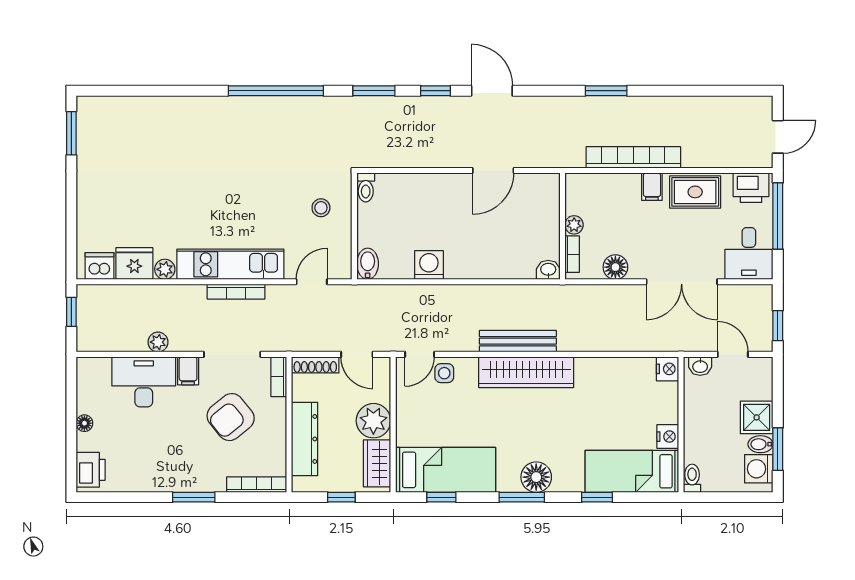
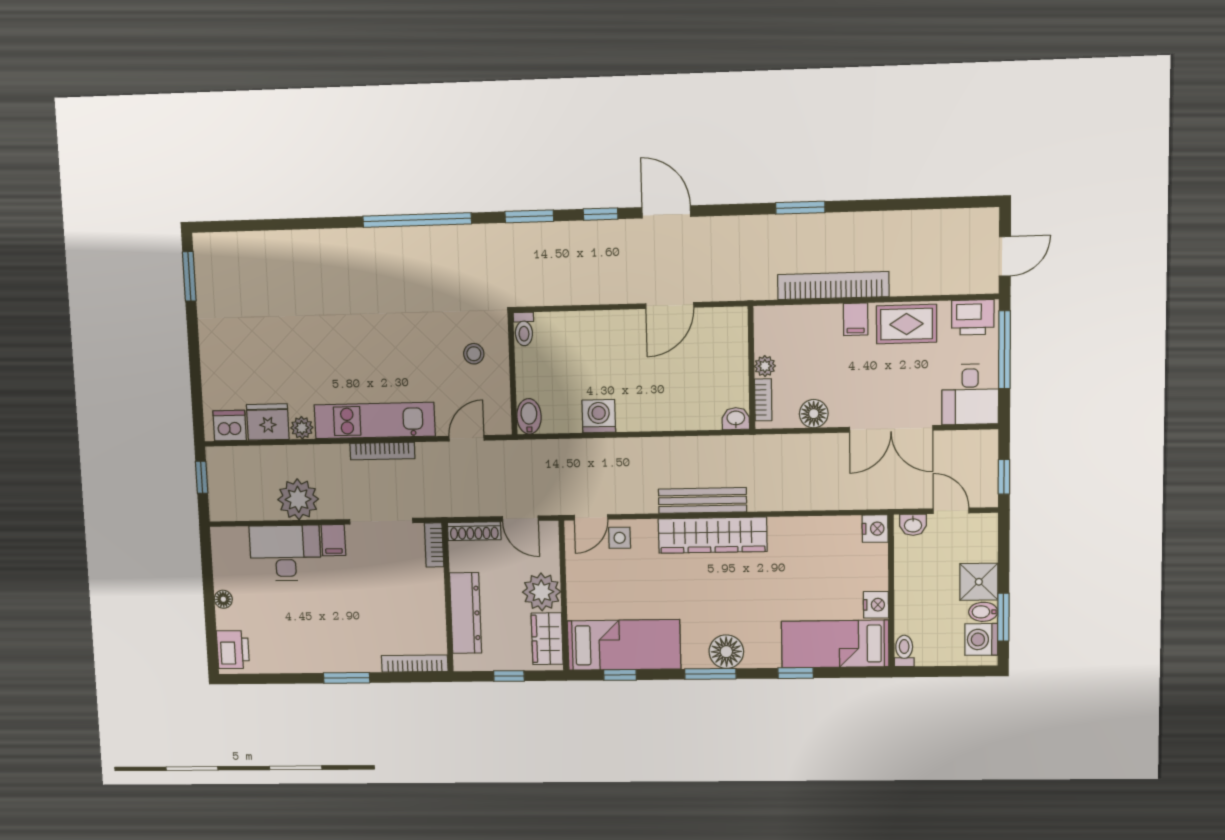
plant: (158, 342) -> (298, 499), width x1.87, depth x1.87
armchair: (231, 417) -> (383, 590), removed

